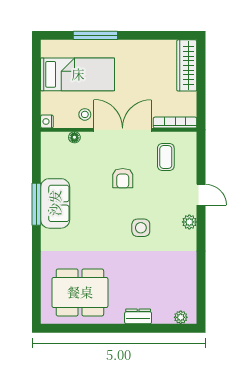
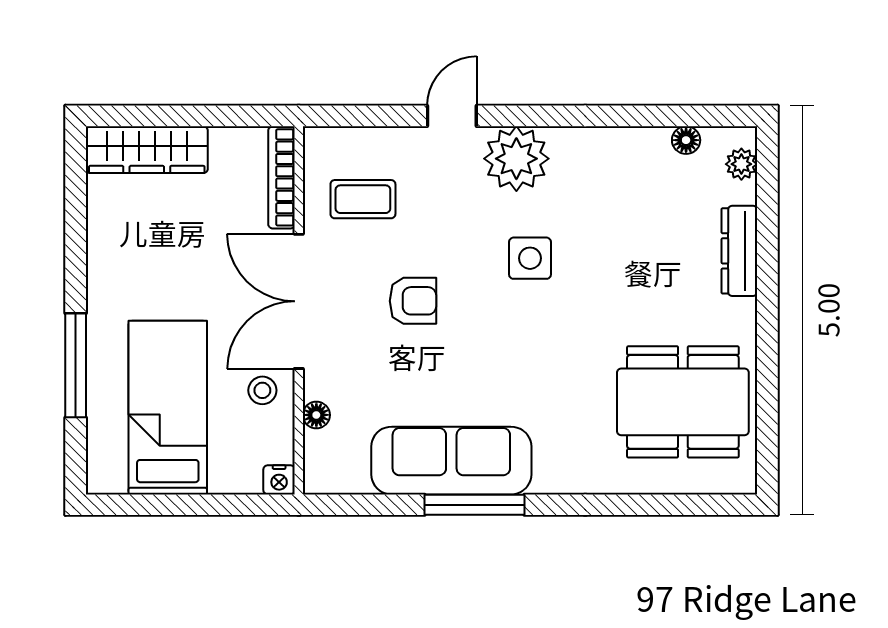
sofa: (55, 203) -> (451, 461), width x1.36
plant: (189, 222) -> (516, 159), width x1.87, depth x1.87
dining table: (80, 292) -> (683, 402), turned 90
floor lamp: (191, 294) -> (686, 140), added
dresser: (138, 316) -> (739, 251), width x1.44

